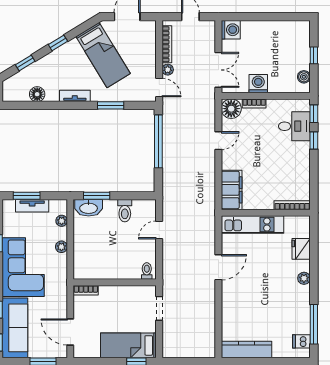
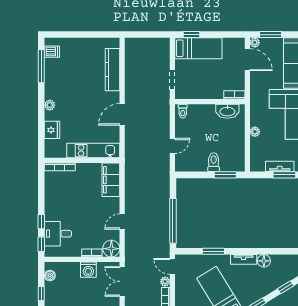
floor lamp: (37, 94) -> (264, 261), moved
washbasin: (89, 208) -> (227, 111), moved, turned 180
toilet: (125, 211) -> (214, 162), moved
plant: (62, 221) -> (255, 43), moved
kitchen counter: (247, 349) -> (113, 70), moved, turned 90

